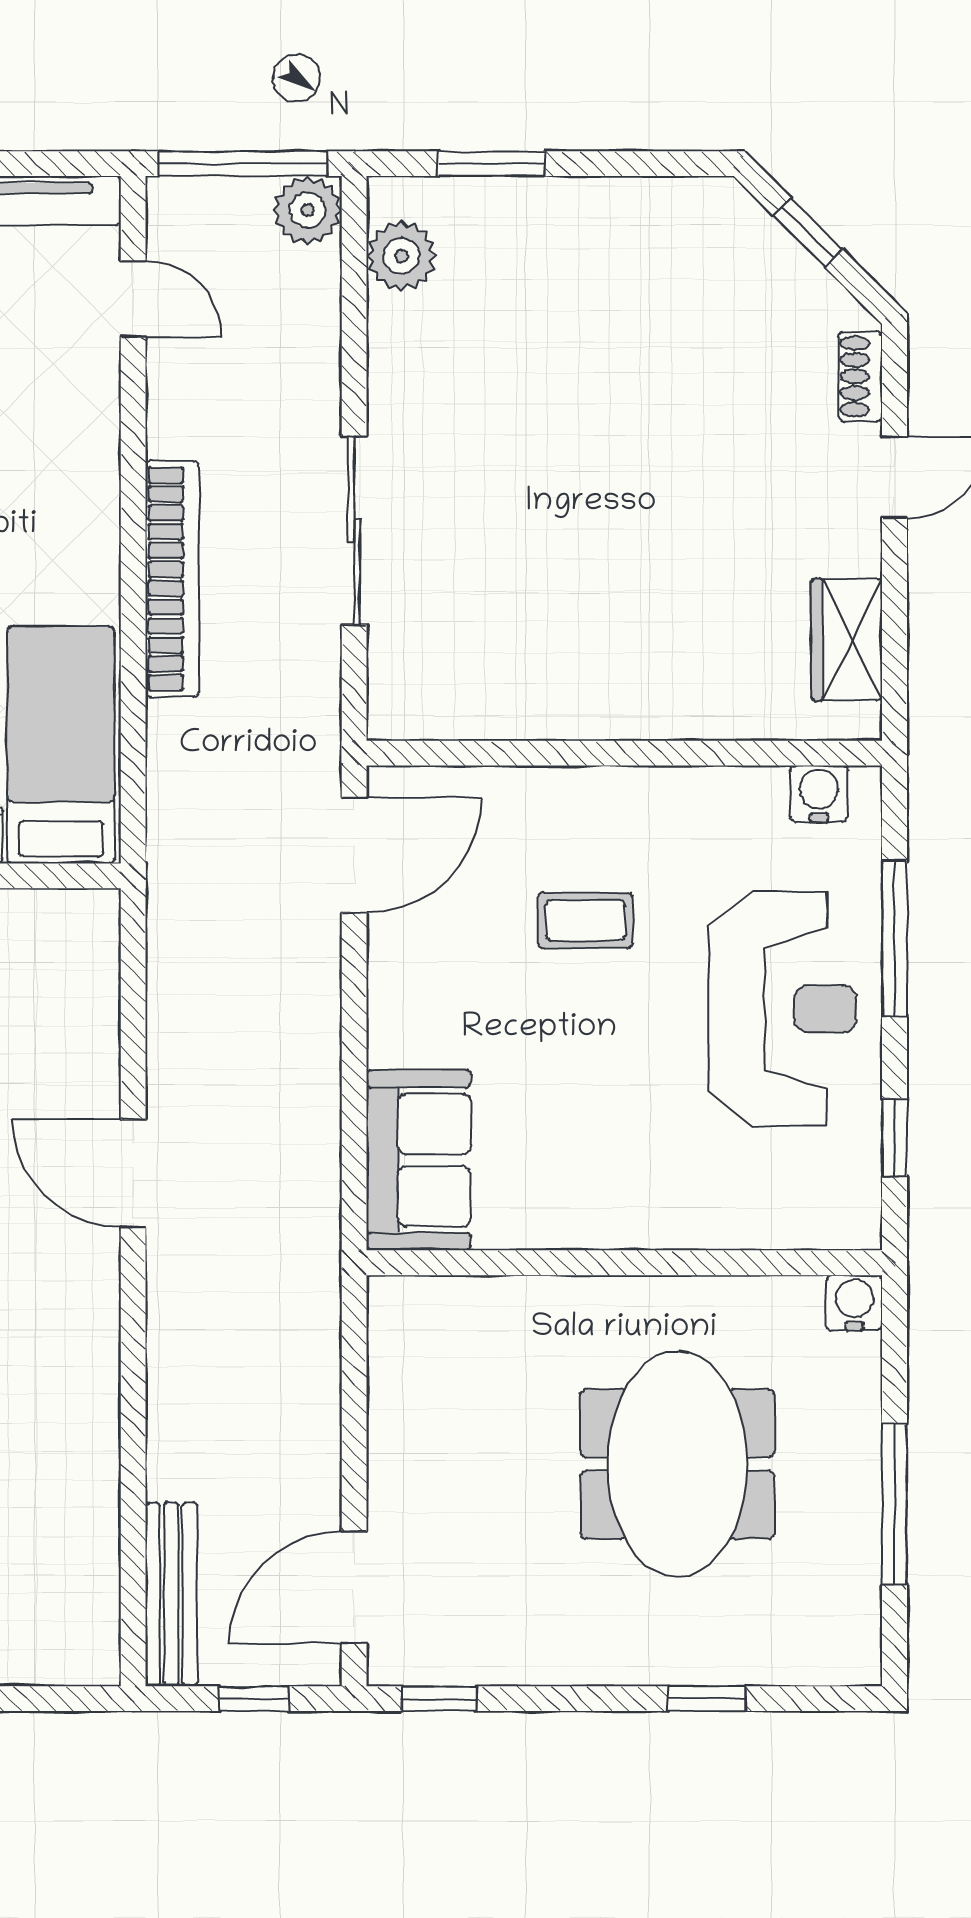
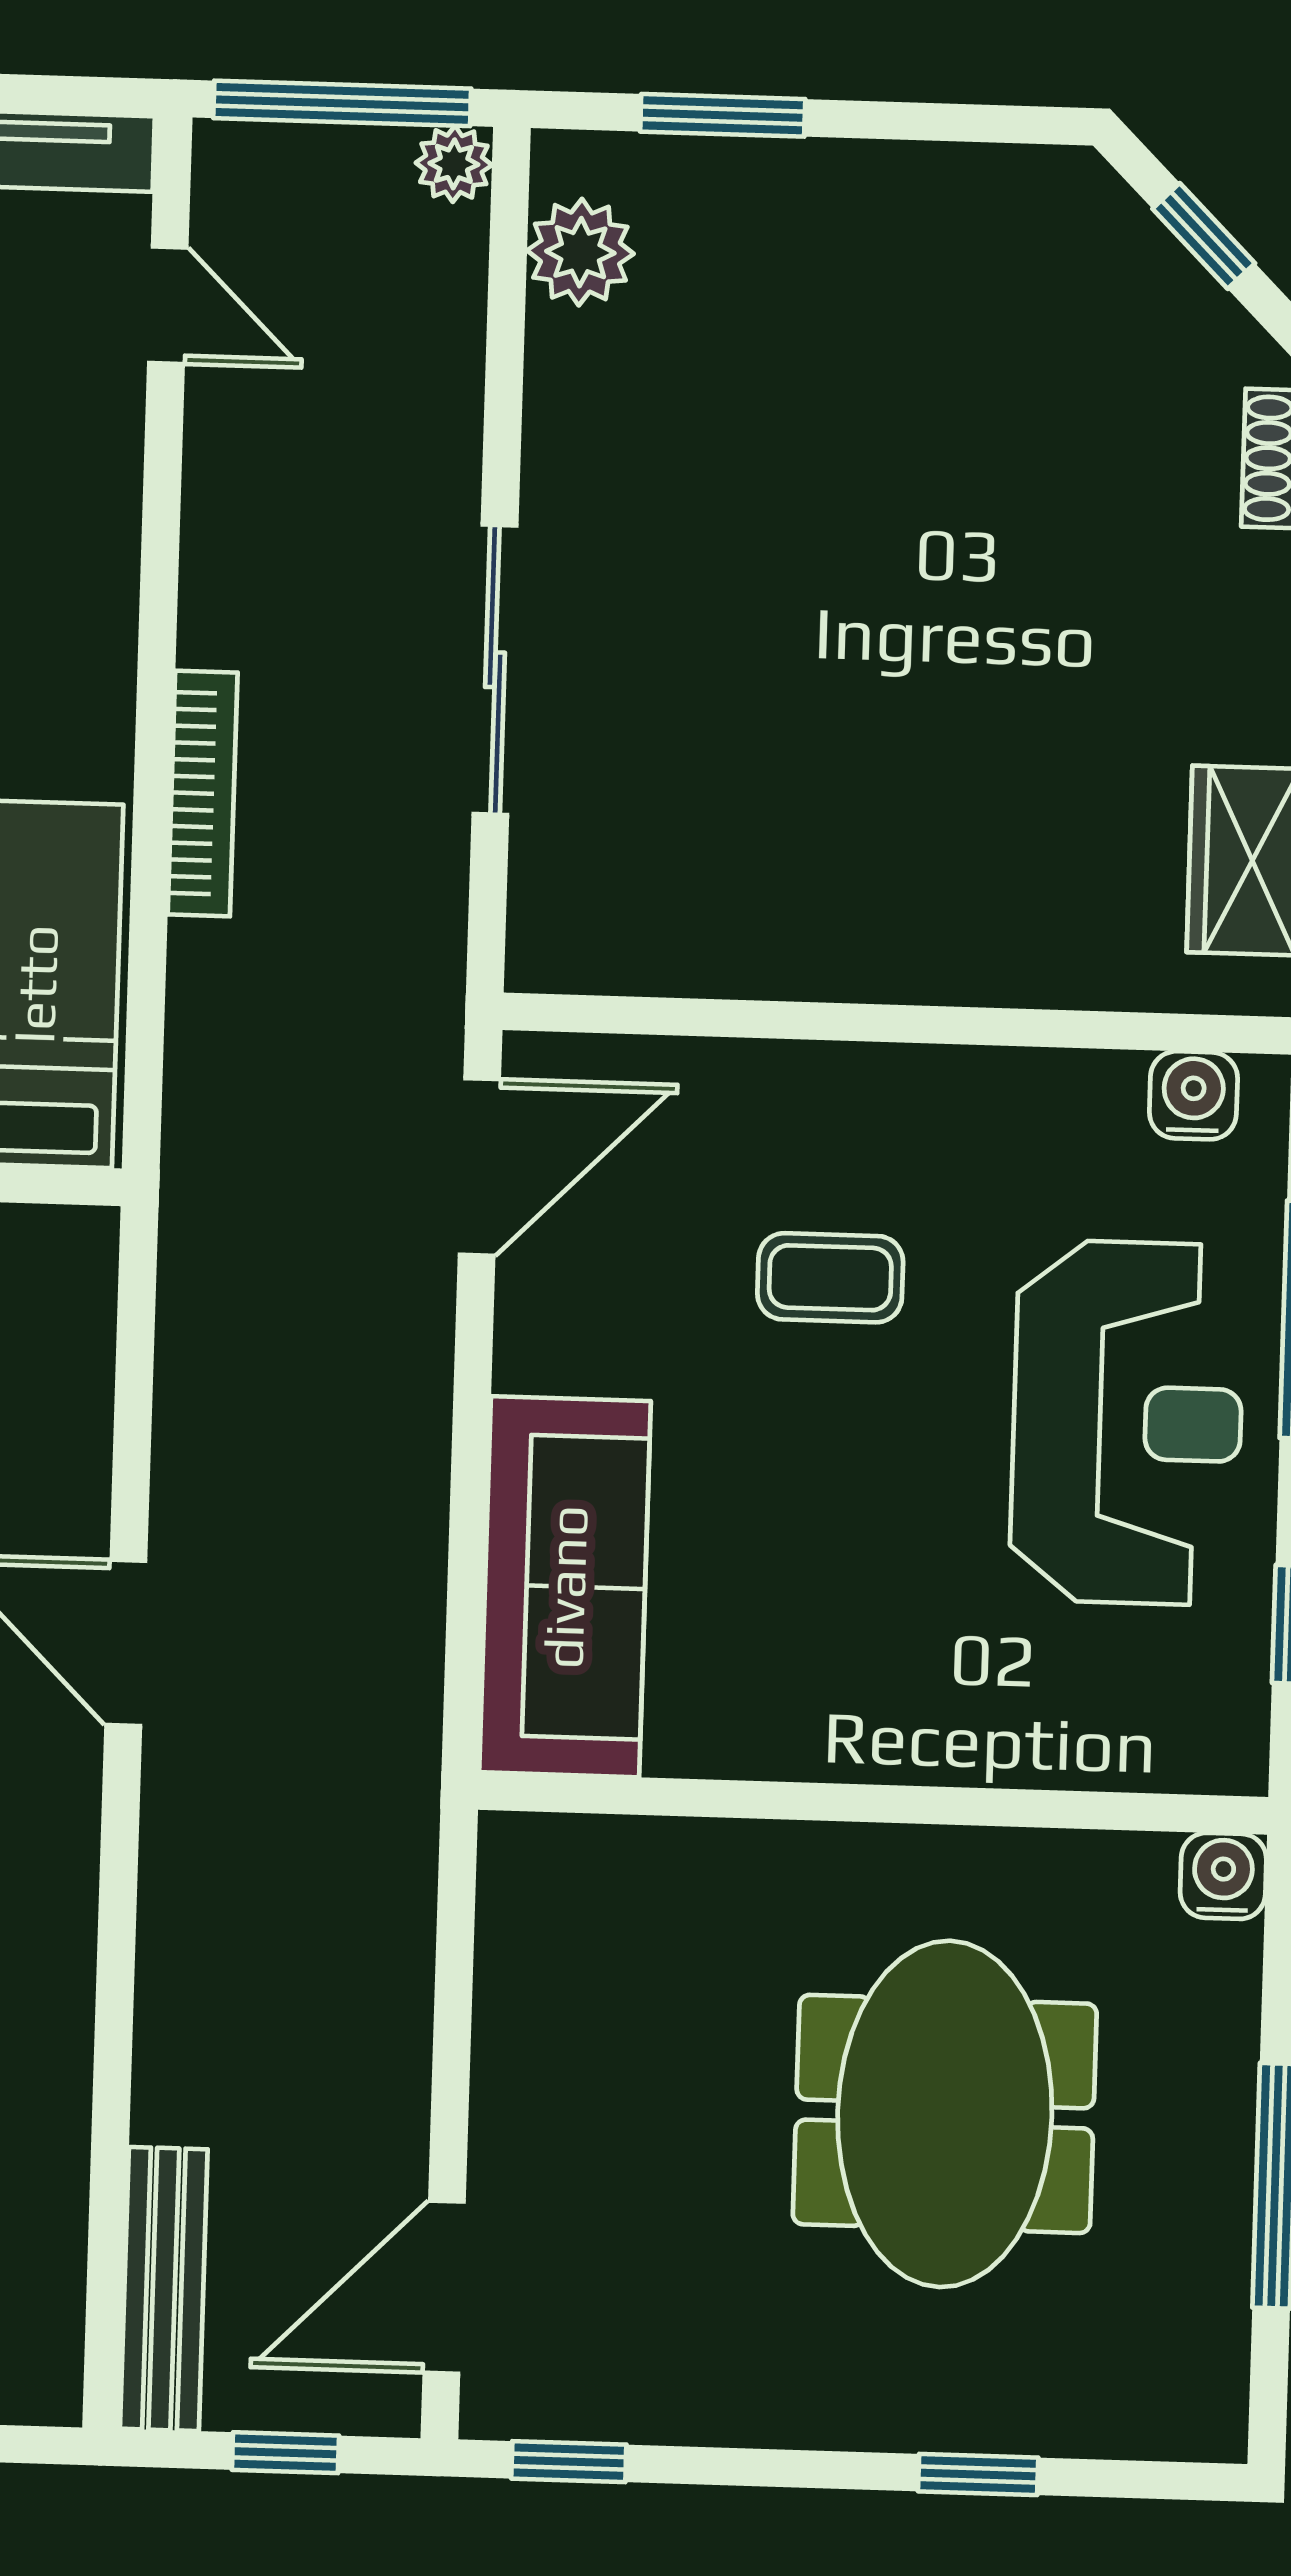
plant: (308, 210) -> (454, 164), width x0.73, depth x0.73
bookcase: (172, 579) -> (203, 793), width x0.68, depth x0.76
sofa: (419, 1160) -> (565, 1587), width x1.36

